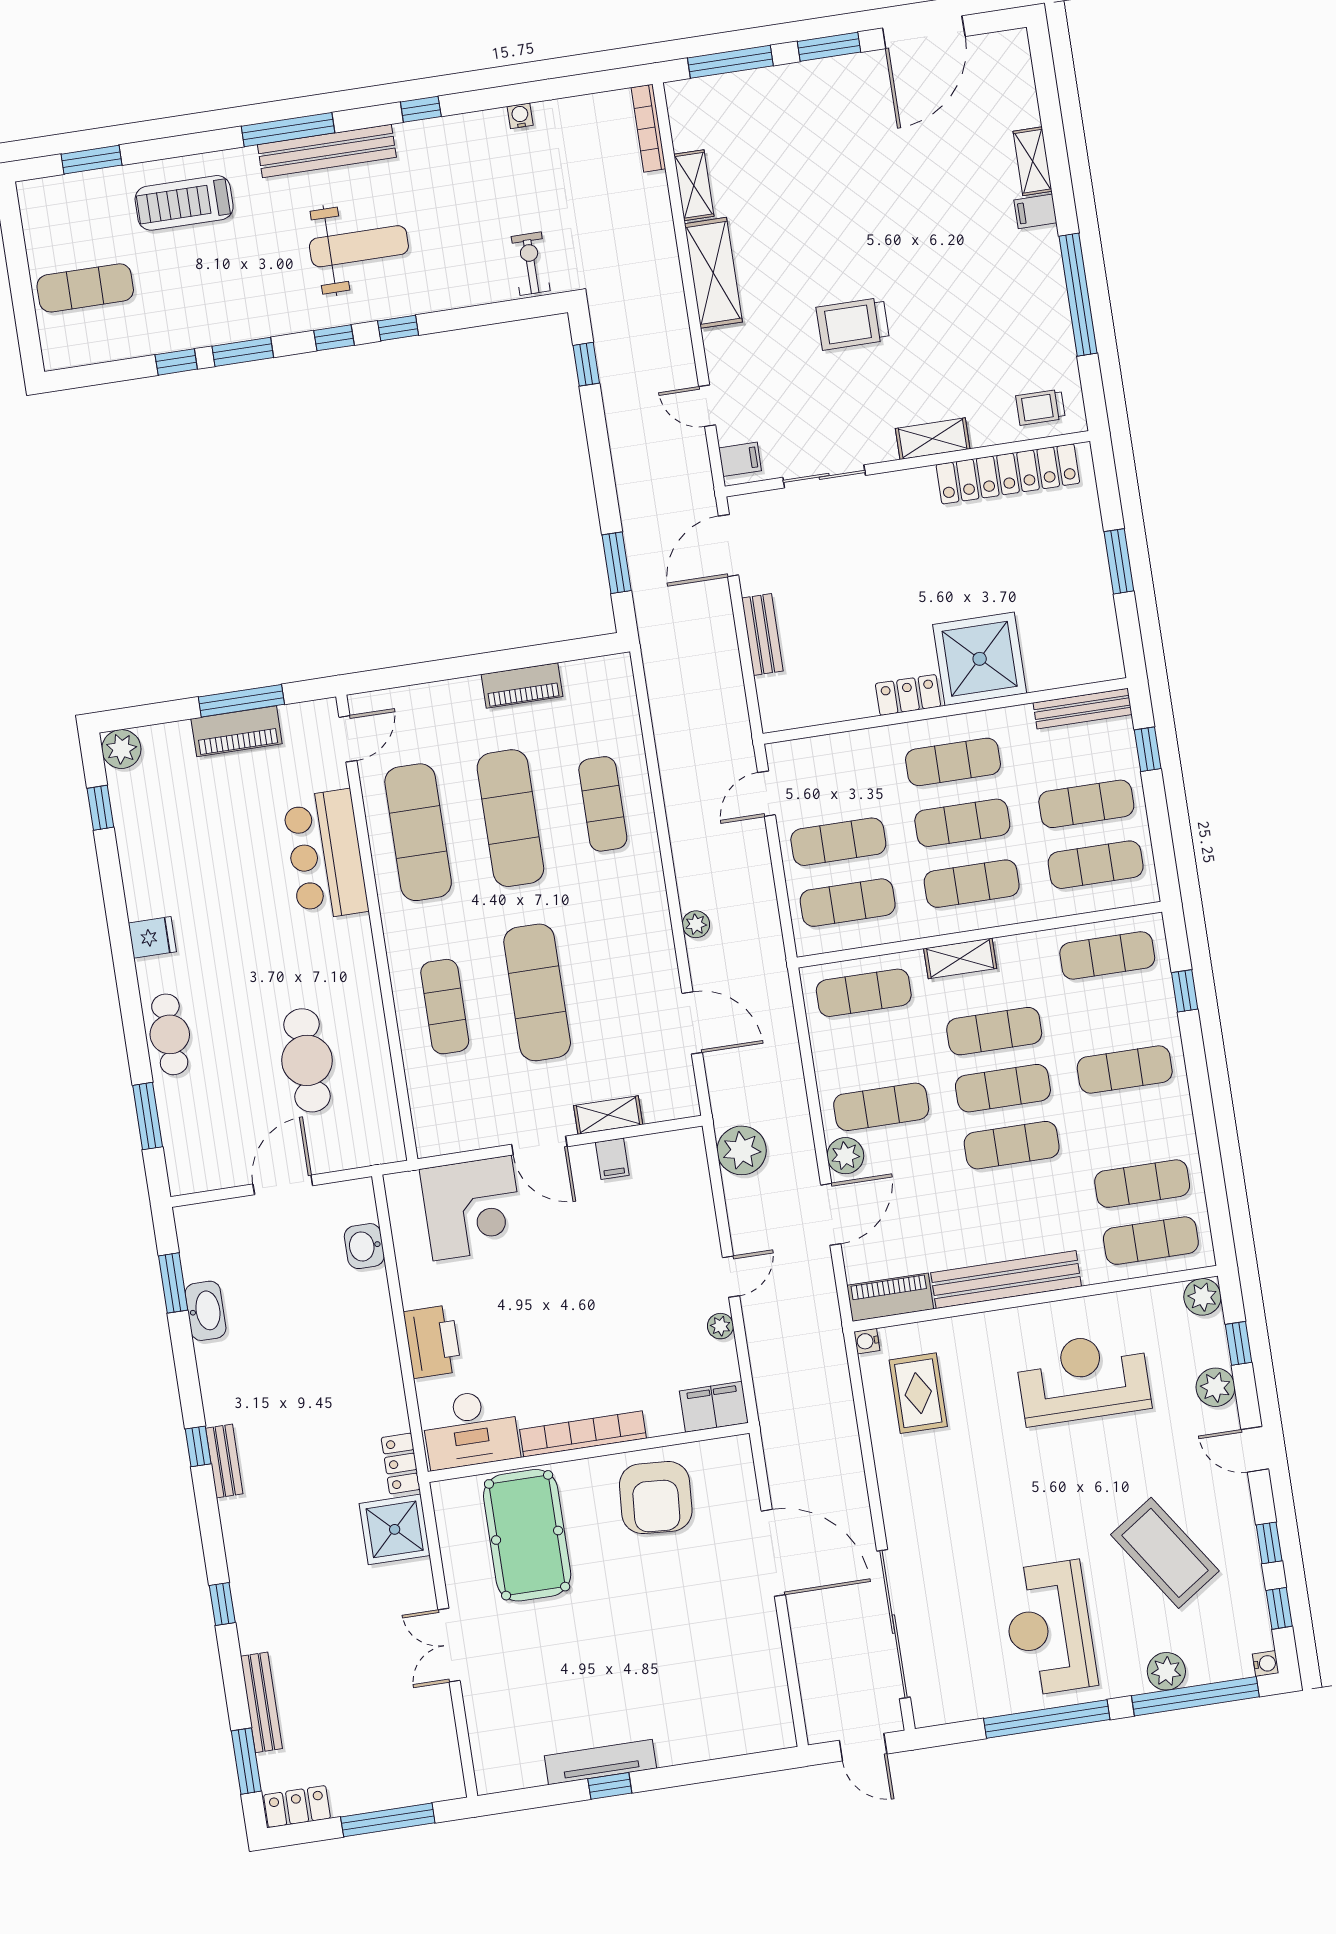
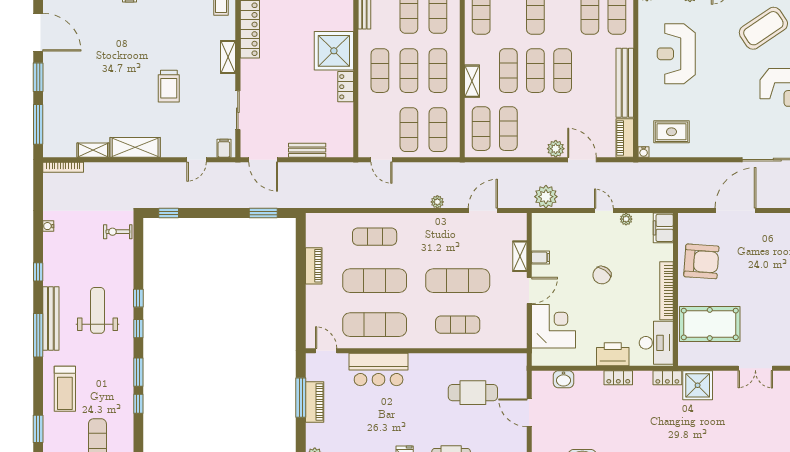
exercise mat: (881, 1107) -> (508, 129), moved
chair: (595, 1293) -> (602, 275), added
locker: (385, 1361) -> (618, 378), added

